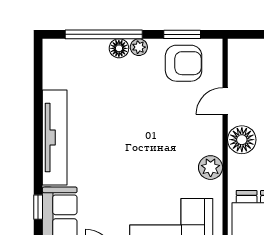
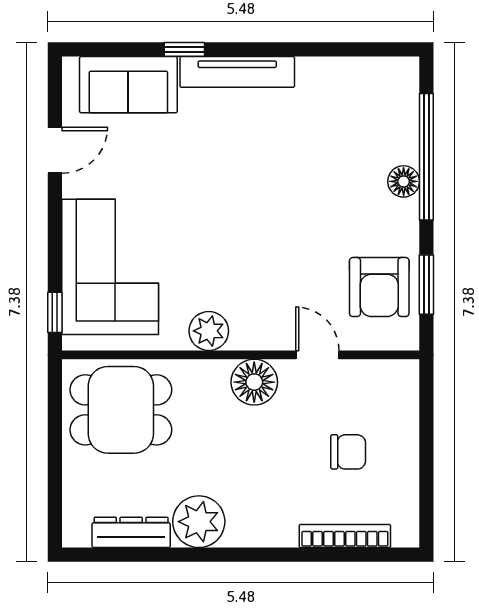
plant: (139, 47) -> (405, 214), removed
tv unit: (55, 138) -> (237, 72), width x0.73, depth x0.78
window: (38, 207) -> (184, 49), moved

